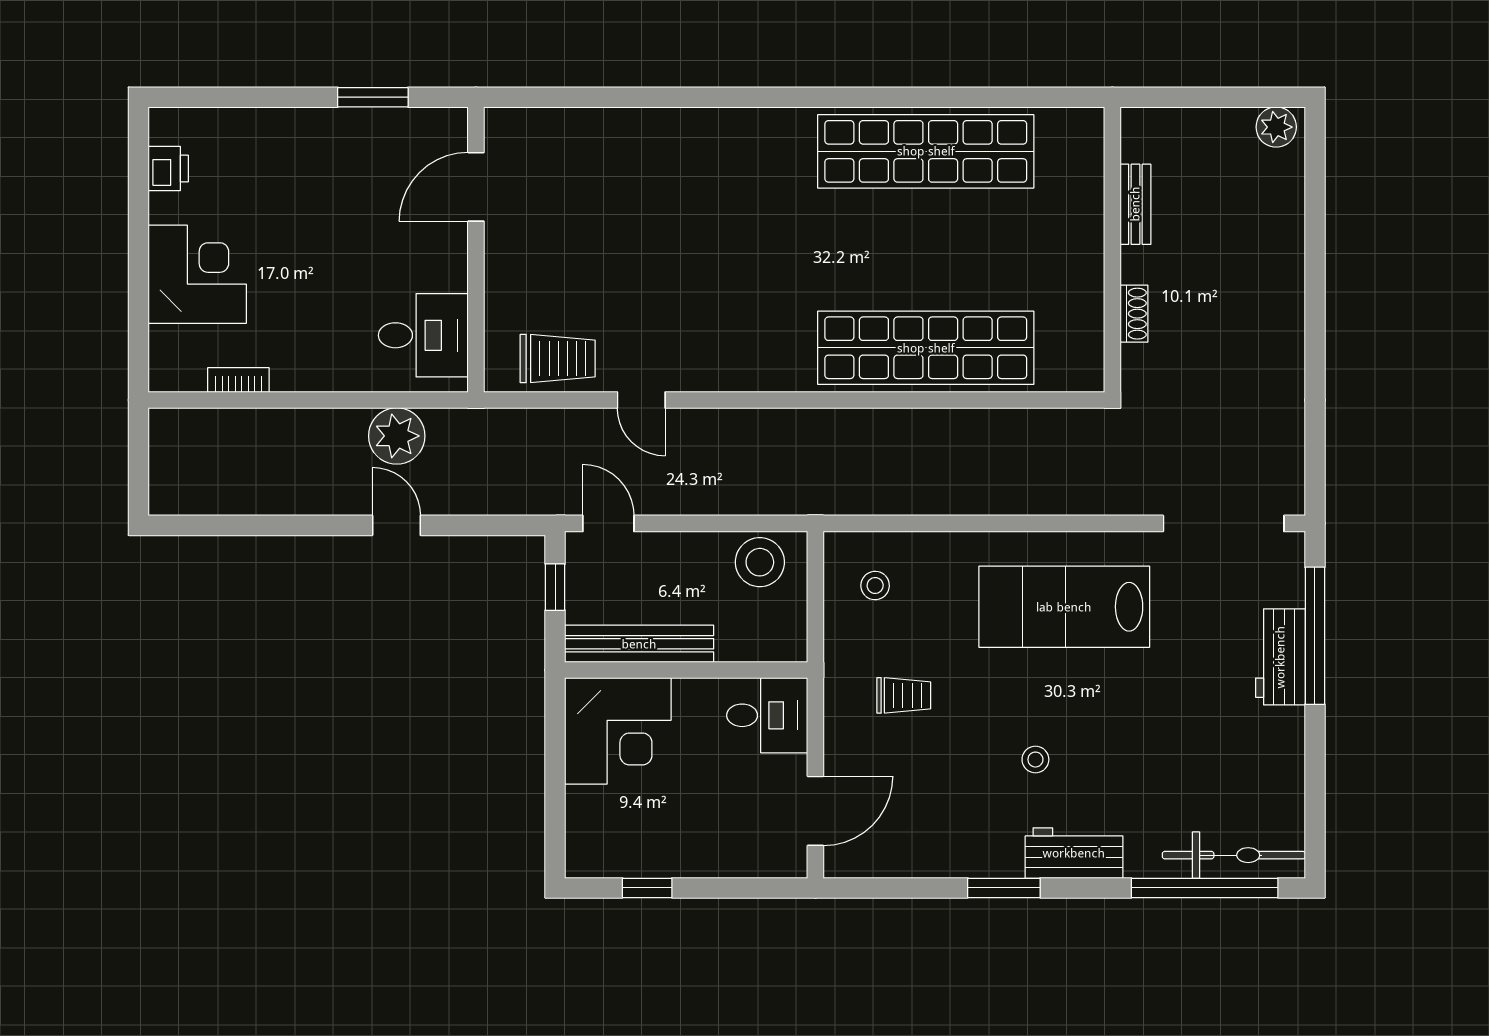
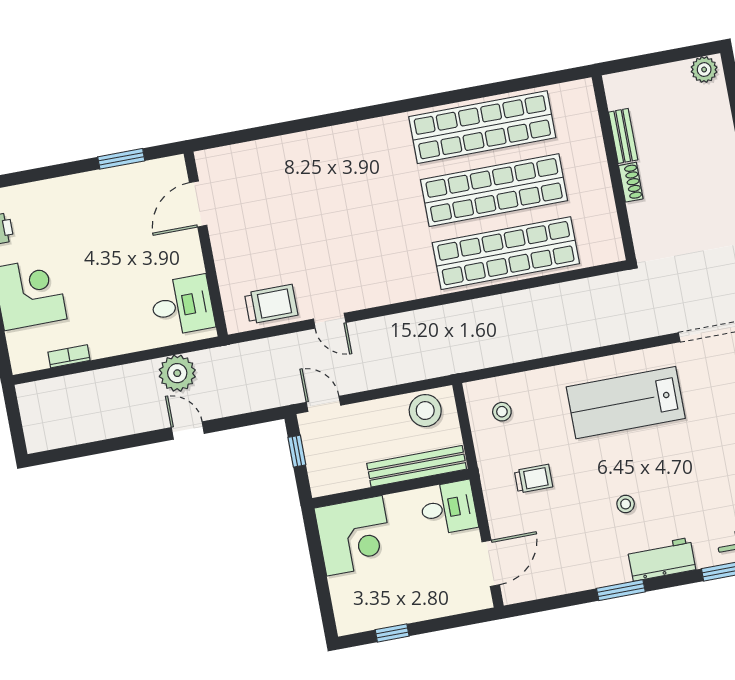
shop shelf: (926, 250) -> (494, 190), added
shoe rack: (1134, 314) -> (631, 182), moved
bench: (639, 644) -> (417, 466), moved

